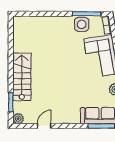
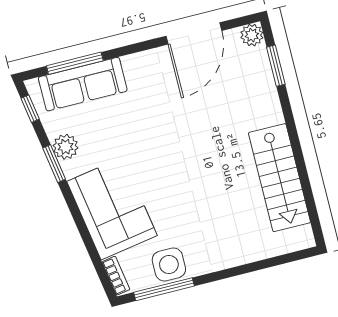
stairs: (22, 77) -> (279, 178), moved
door: (44, 126) -> (194, 33), width x1.88

